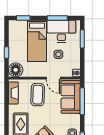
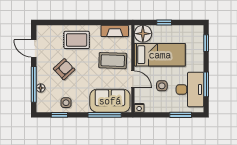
bed: (37, 41) -> (160, 55), moved, turned 180
door: (53, 78) -> (133, 79), swing flipped

